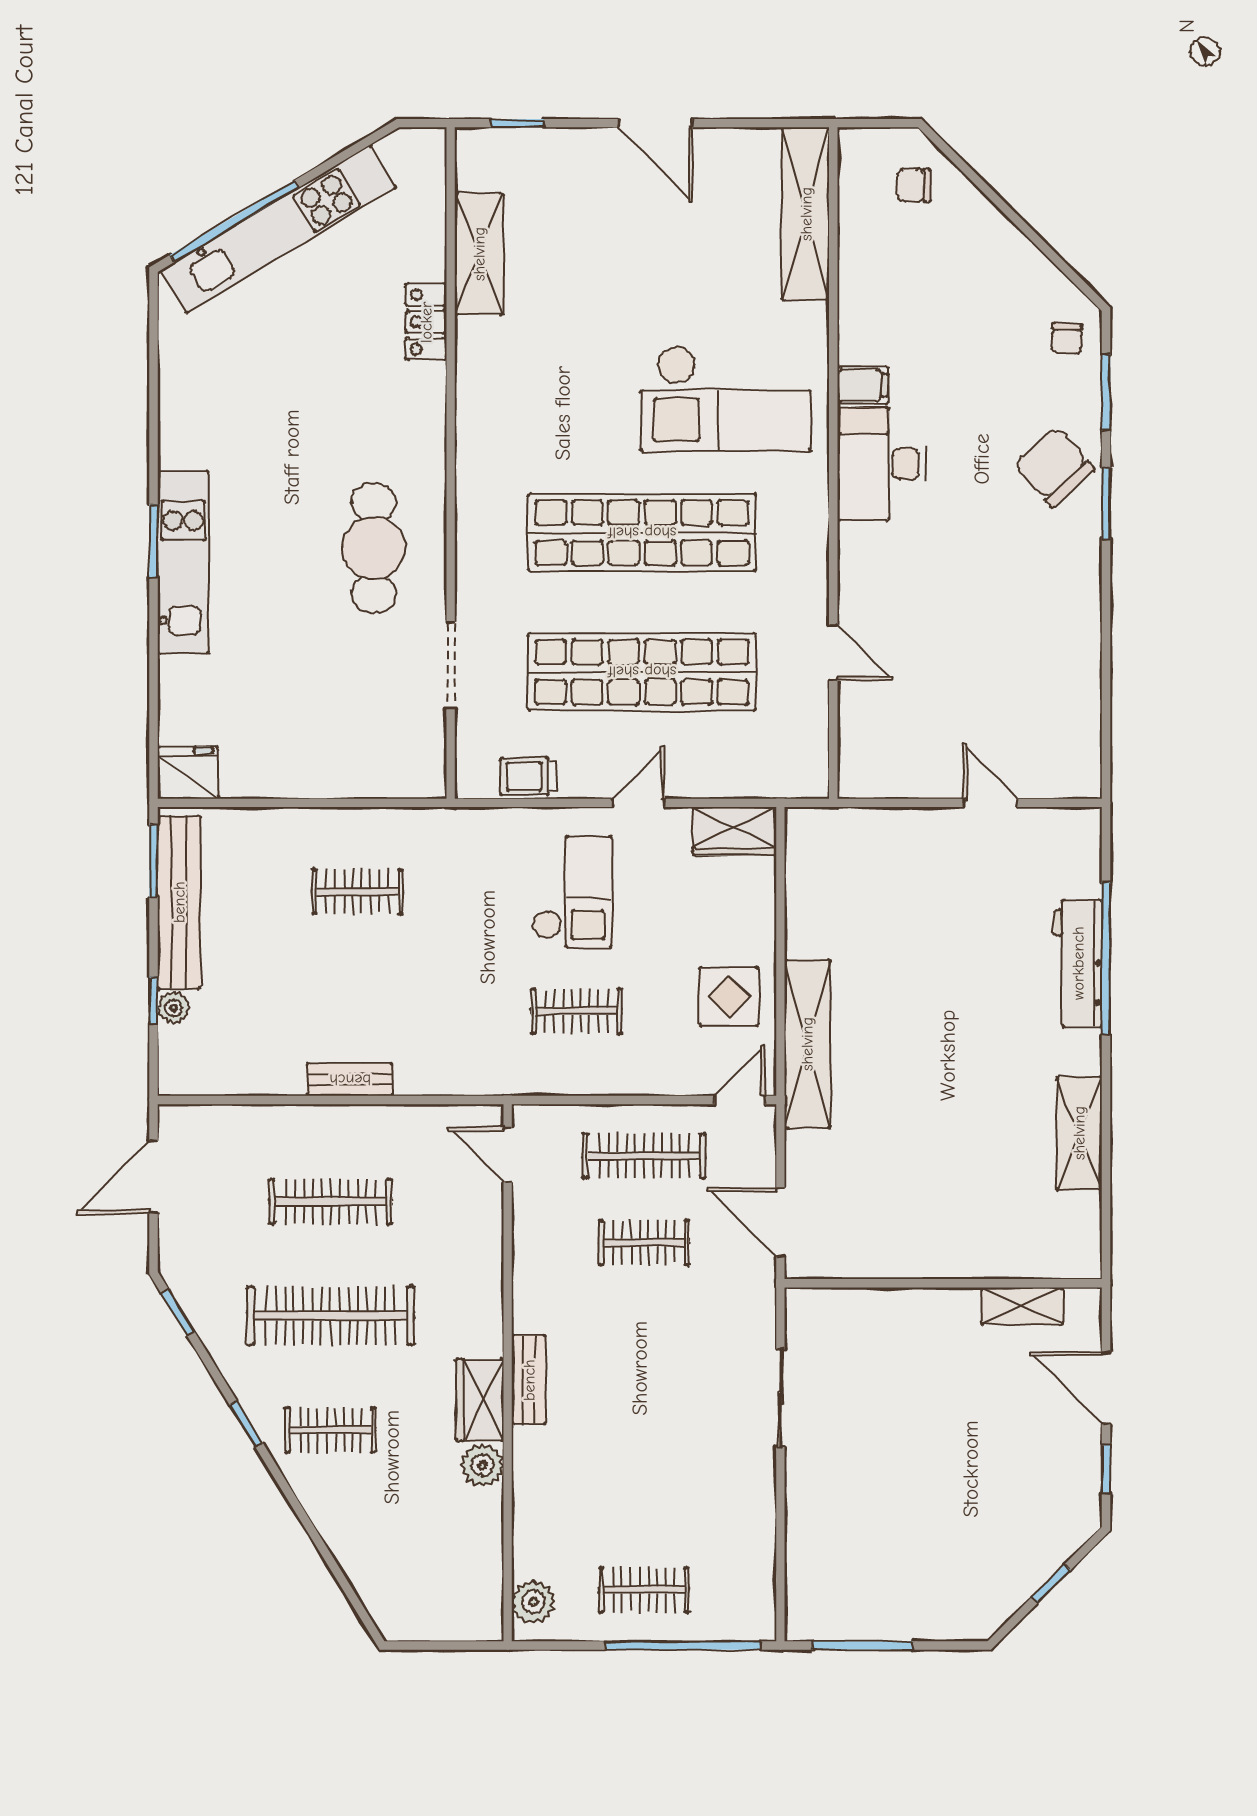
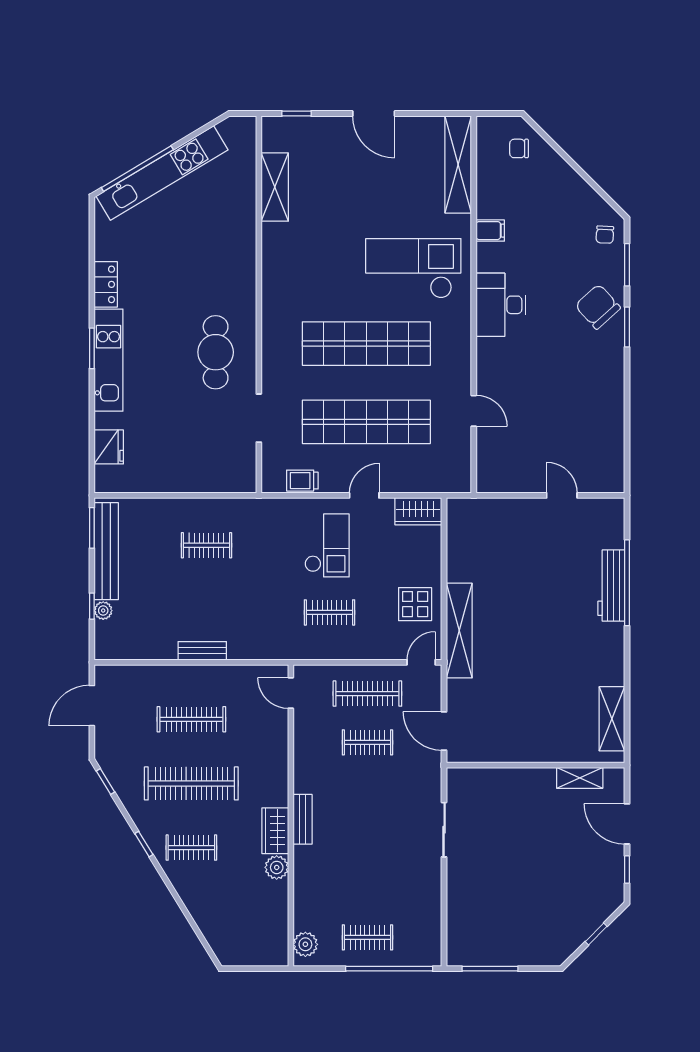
locker: (426, 322) -> (106, 284), moved, turned 180
filing cabinet: (863, 385) -> (490, 231), moved
checkout: (726, 399) -> (413, 268), turned 180
fridge: (188, 773) -> (109, 447), moved, turned 90
shelving: (1079, 1133) -> (612, 719), moved

